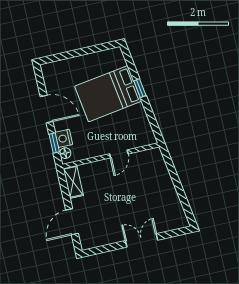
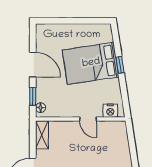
nightstand: (64, 138) -> (110, 111), moved, turned -90
door: (119, 154) -> (88, 119), hinge flipped

